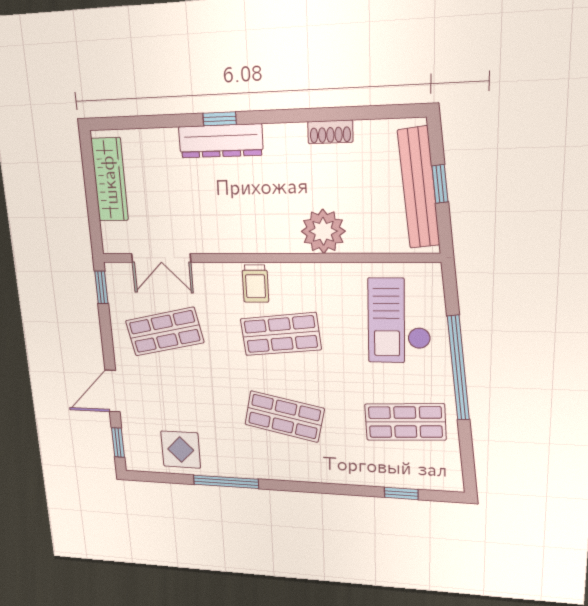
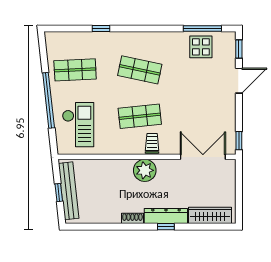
shoe rack: (330, 132) -> (132, 218), moved
wardrobe: (110, 180) -> (210, 215), moved, turned 90
plant: (323, 231) -> (145, 170), moved
double door: (161, 258) -> (203, 157), width x1.37
shop shelf: (165, 332) -> (204, 116), removed
window: (226, 482) -> (202, 28), moved
window: (401, 493) -> (101, 28), moved

